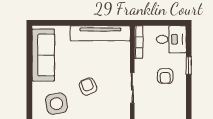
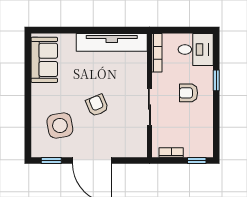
sofa: (43, 55) -> (44, 60), width x0.73
armchair: (165, 76) -> (188, 93), turned 90

